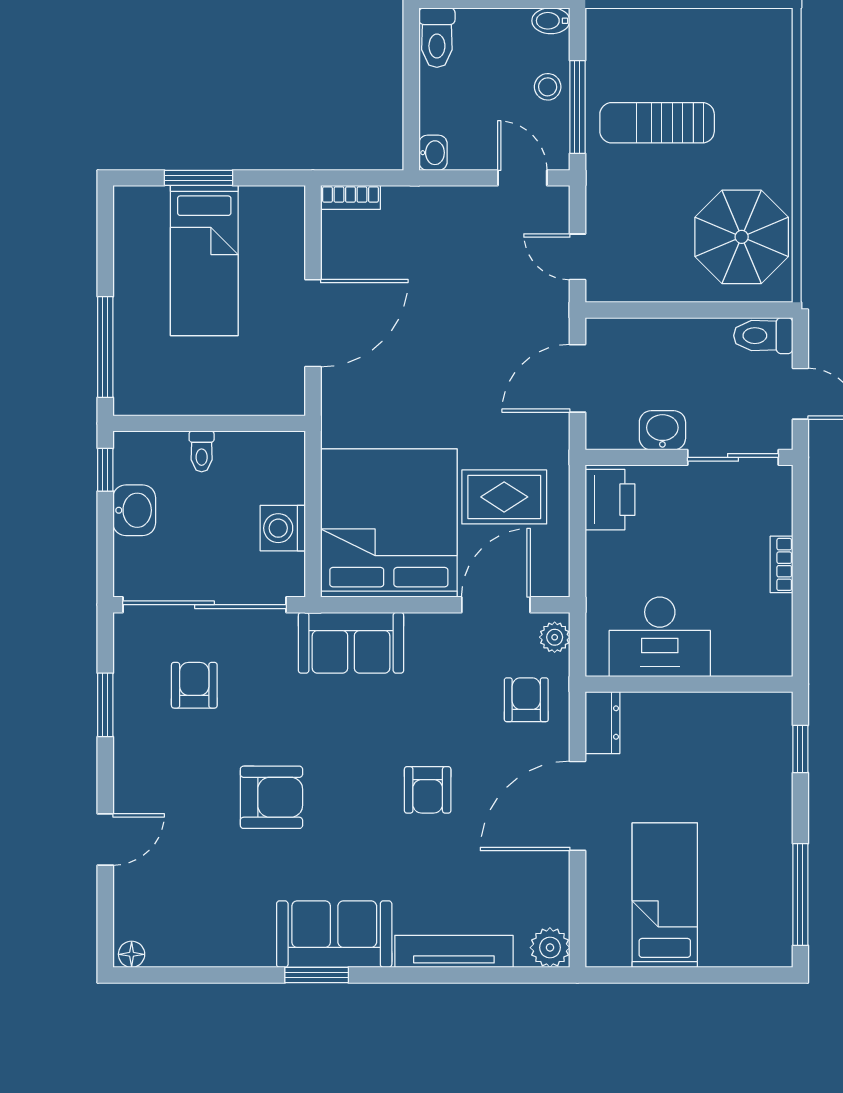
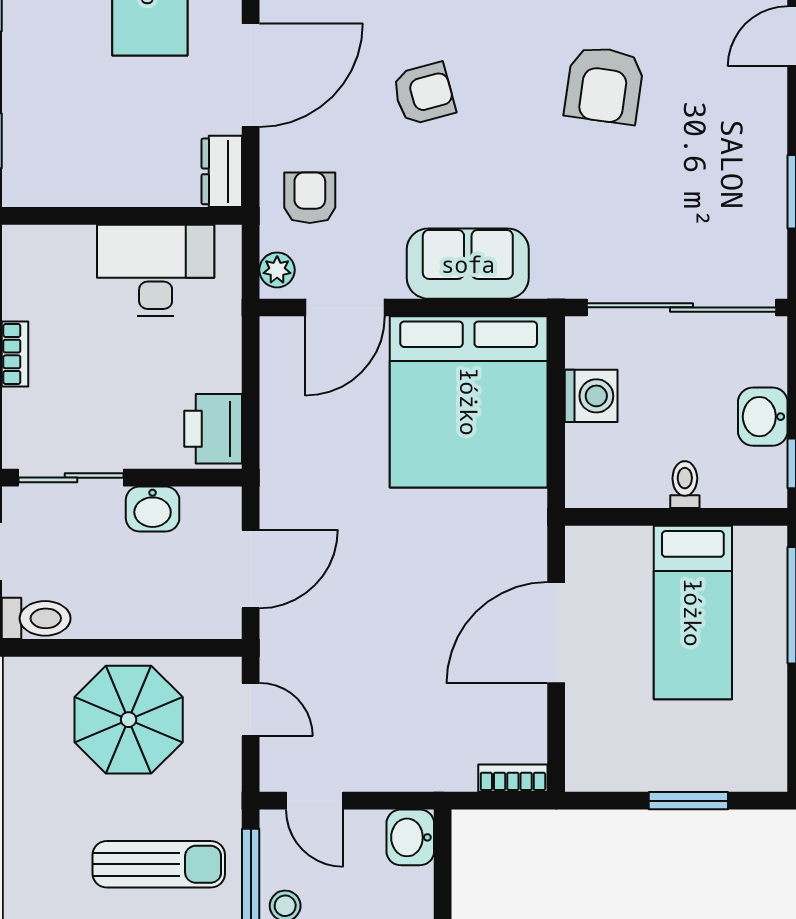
washbasin: (433, 153) -> (410, 837), width x1.38, depth x1.45
parasol: (742, 237) -> (129, 720), moved
bed: (204, 261) -> (693, 613), moved, turned 180
rug: (504, 497) -> (335, 432), removed
sofa: (351, 643) -> (468, 264), moved
armchair: (194, 685) -> (693, 214), removed
armchair: (526, 700) -> (310, 198), turned 180
armchair: (428, 790) -> (424, 94), turned 75
armchair: (271, 797) -> (604, 85), turned -82

